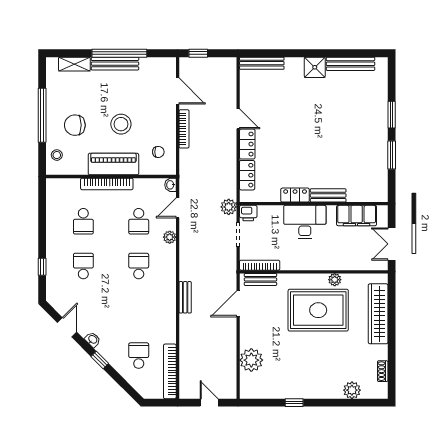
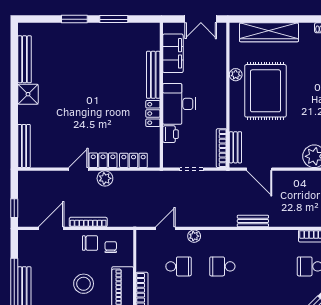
chair: (163, 131) -> (90, 243), added
washbasin: (171, 185) -> (143, 235), removed
bench: (328, 195) -> (153, 75), width x1.36
plant: (229, 207) -> (105, 178), moved
door: (178, 208) -> (165, 228), swing flipped
printer: (248, 213) -> (171, 134), moved

